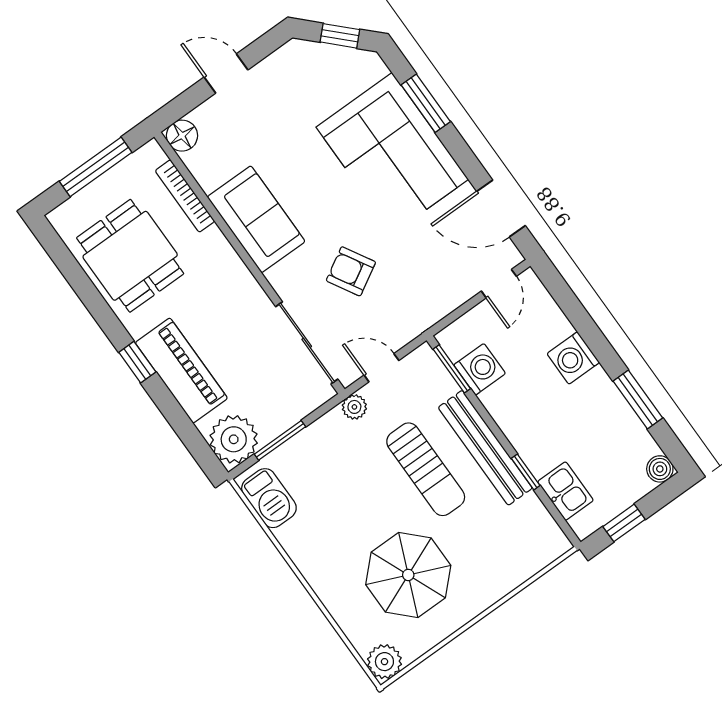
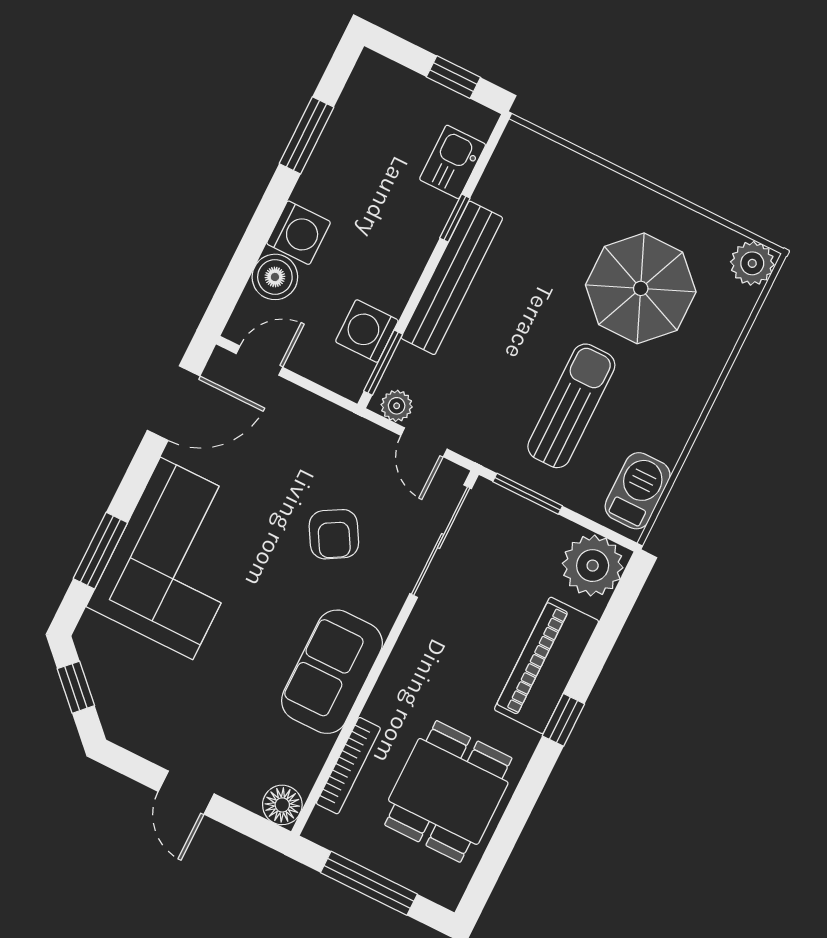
door: (501, 208) -> (174, 403), hinge flipped
plant: (354, 407) -> (397, 406), moved
window: (280, 440) -> (528, 494), moved
sun lounger: (426, 469) -> (571, 406), moved
boiler: (660, 469) -> (275, 277), moved, width x1.36, depth x1.36

